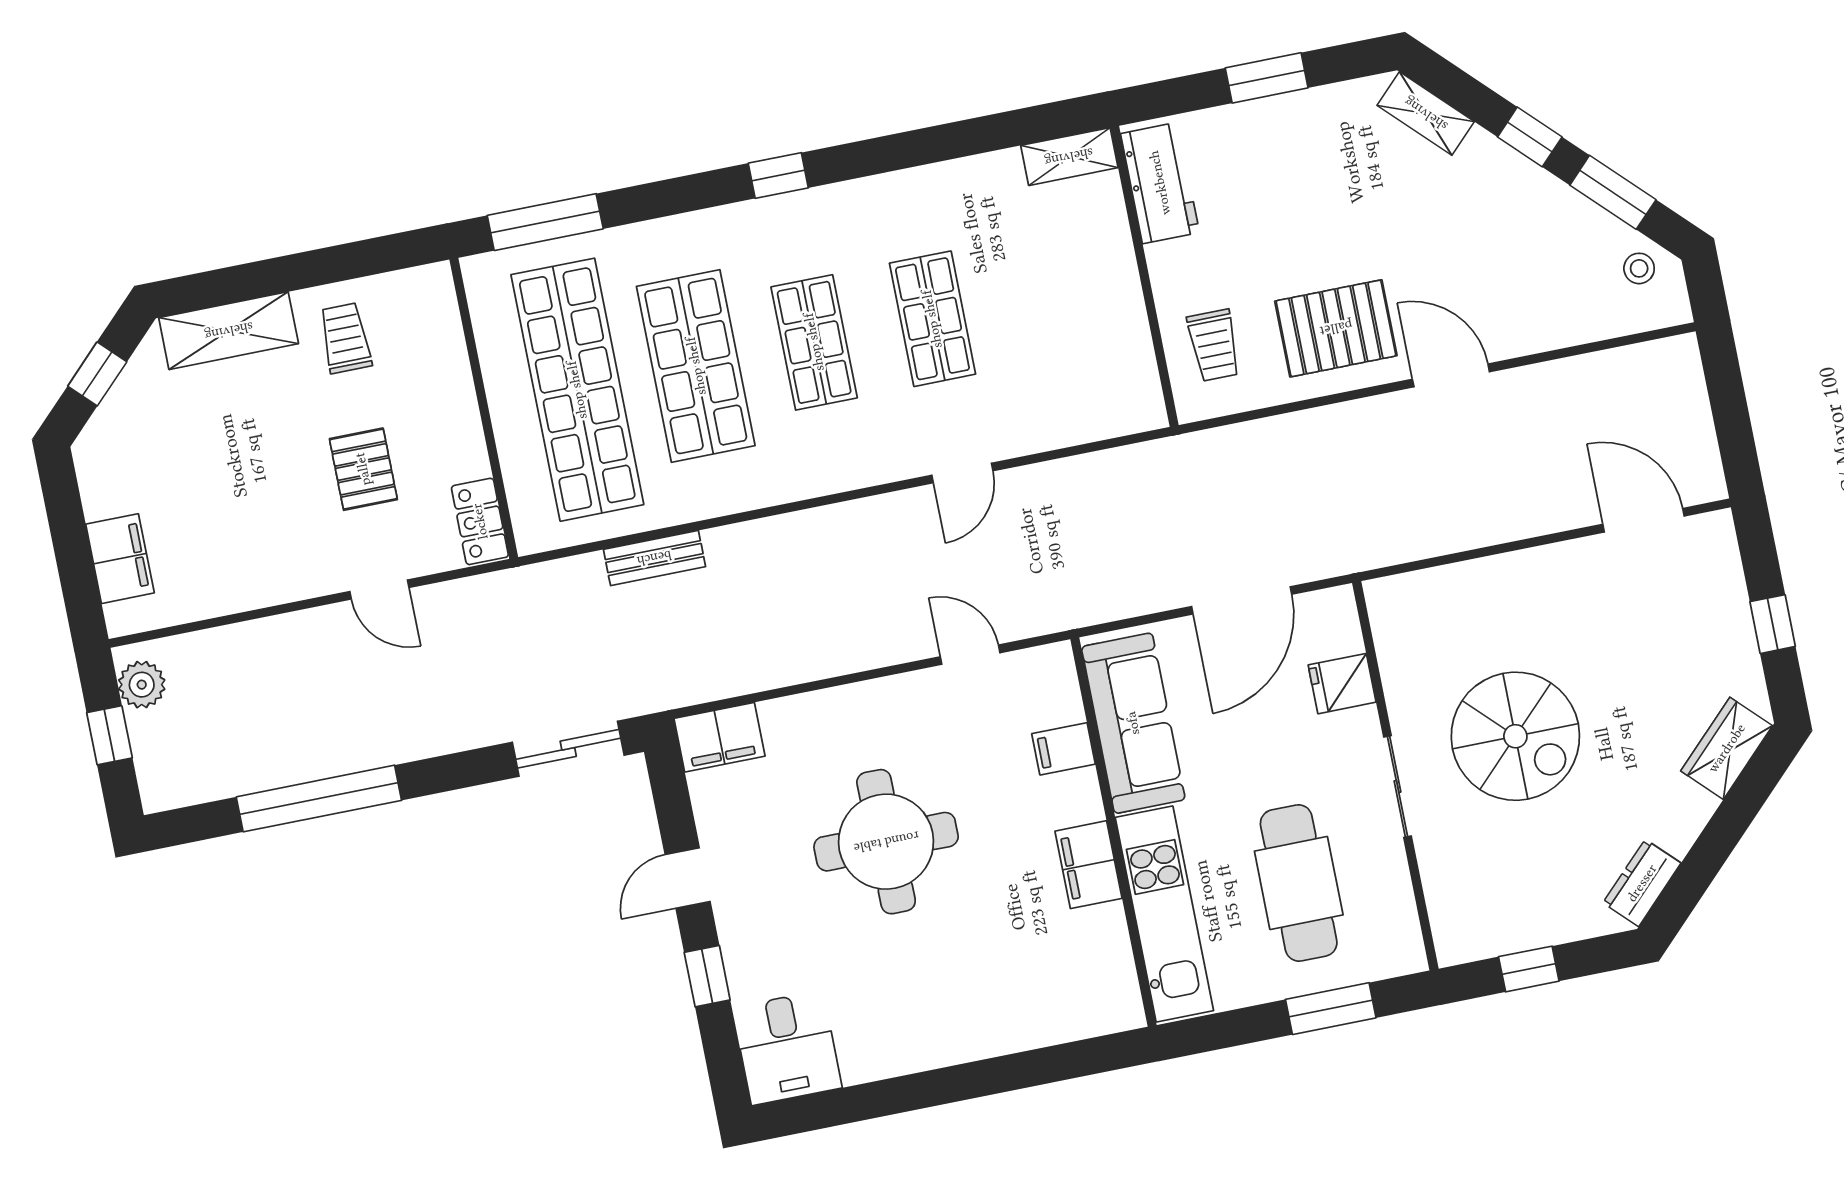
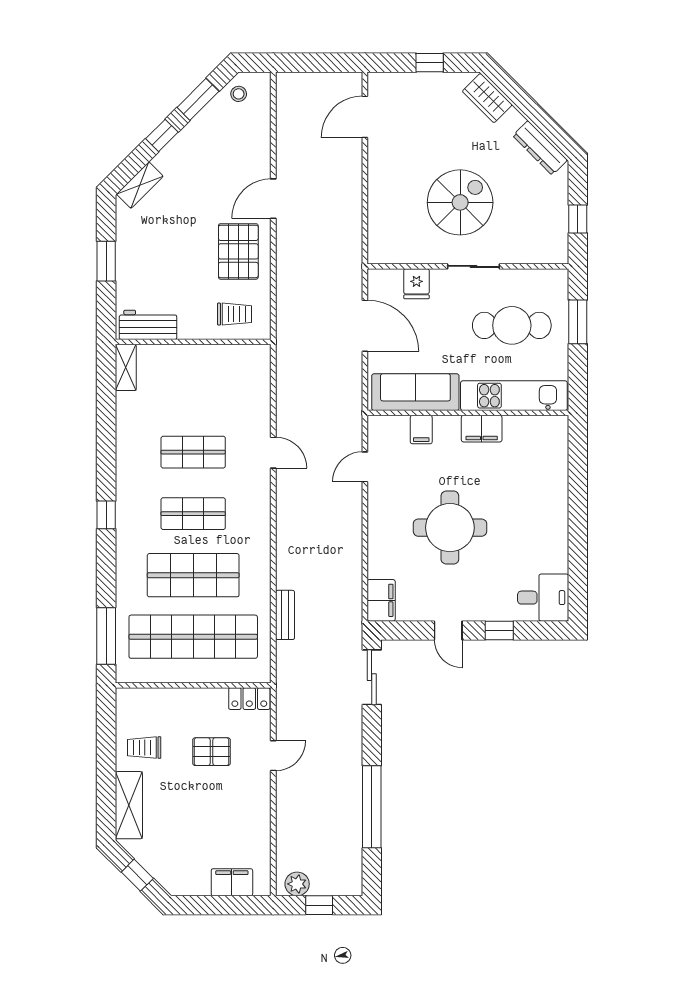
dresser: (1642, 883) -> (540, 148), width x1.44

